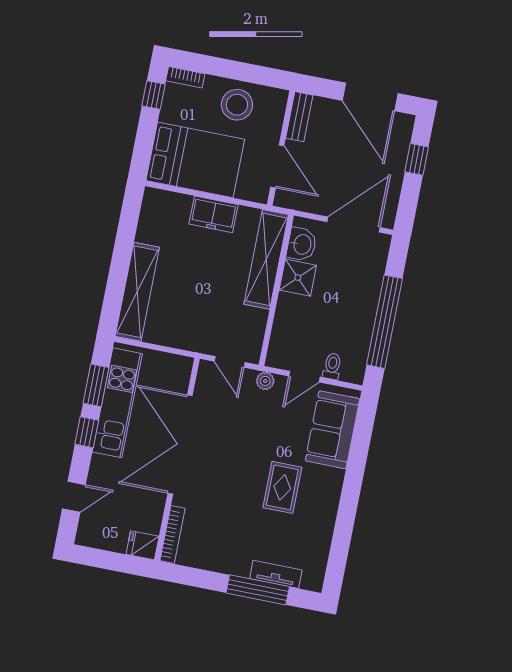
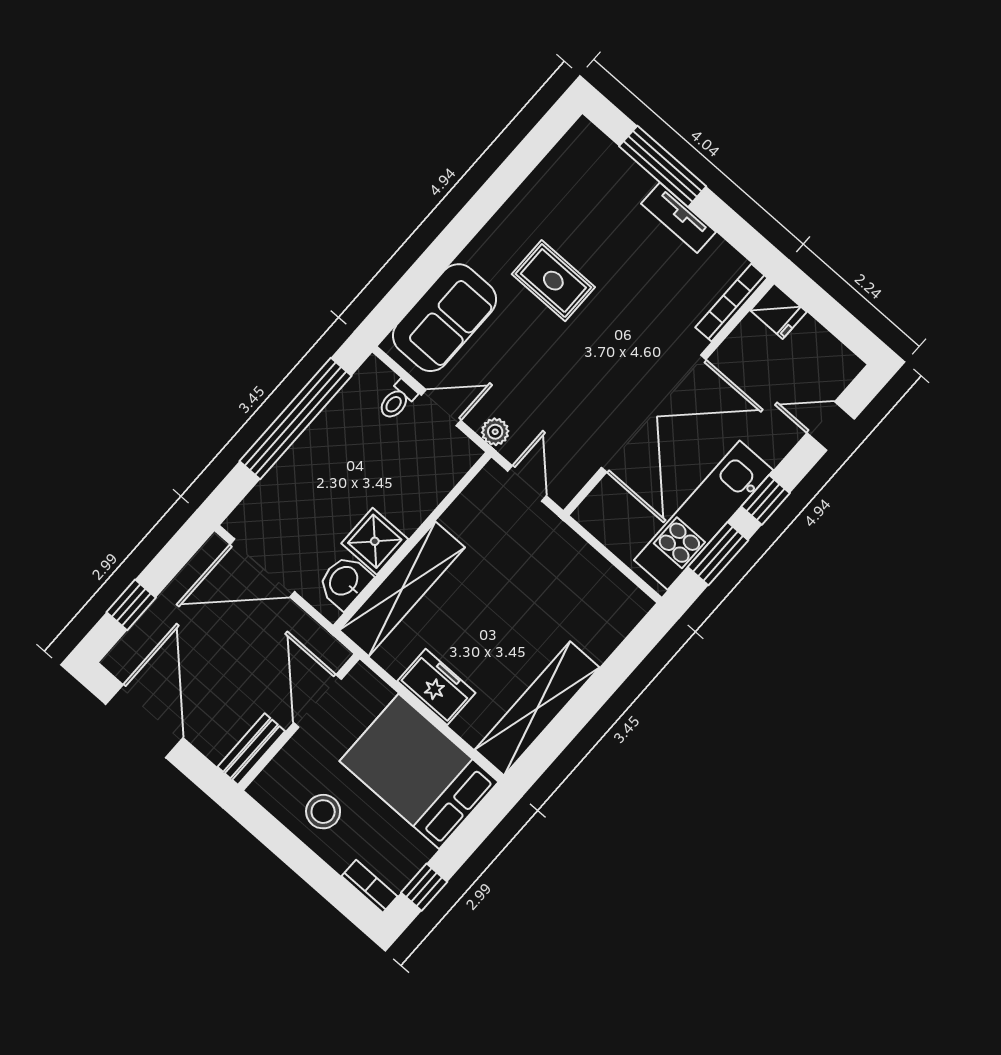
stool: (237, 105) -> (323, 812), width x0.73, depth x0.73
shelving: (137, 292) -> (537, 708), moved
rug: (282, 487) -> (553, 281), turned 90
tv unit: (276, 574) -> (679, 218), moved

